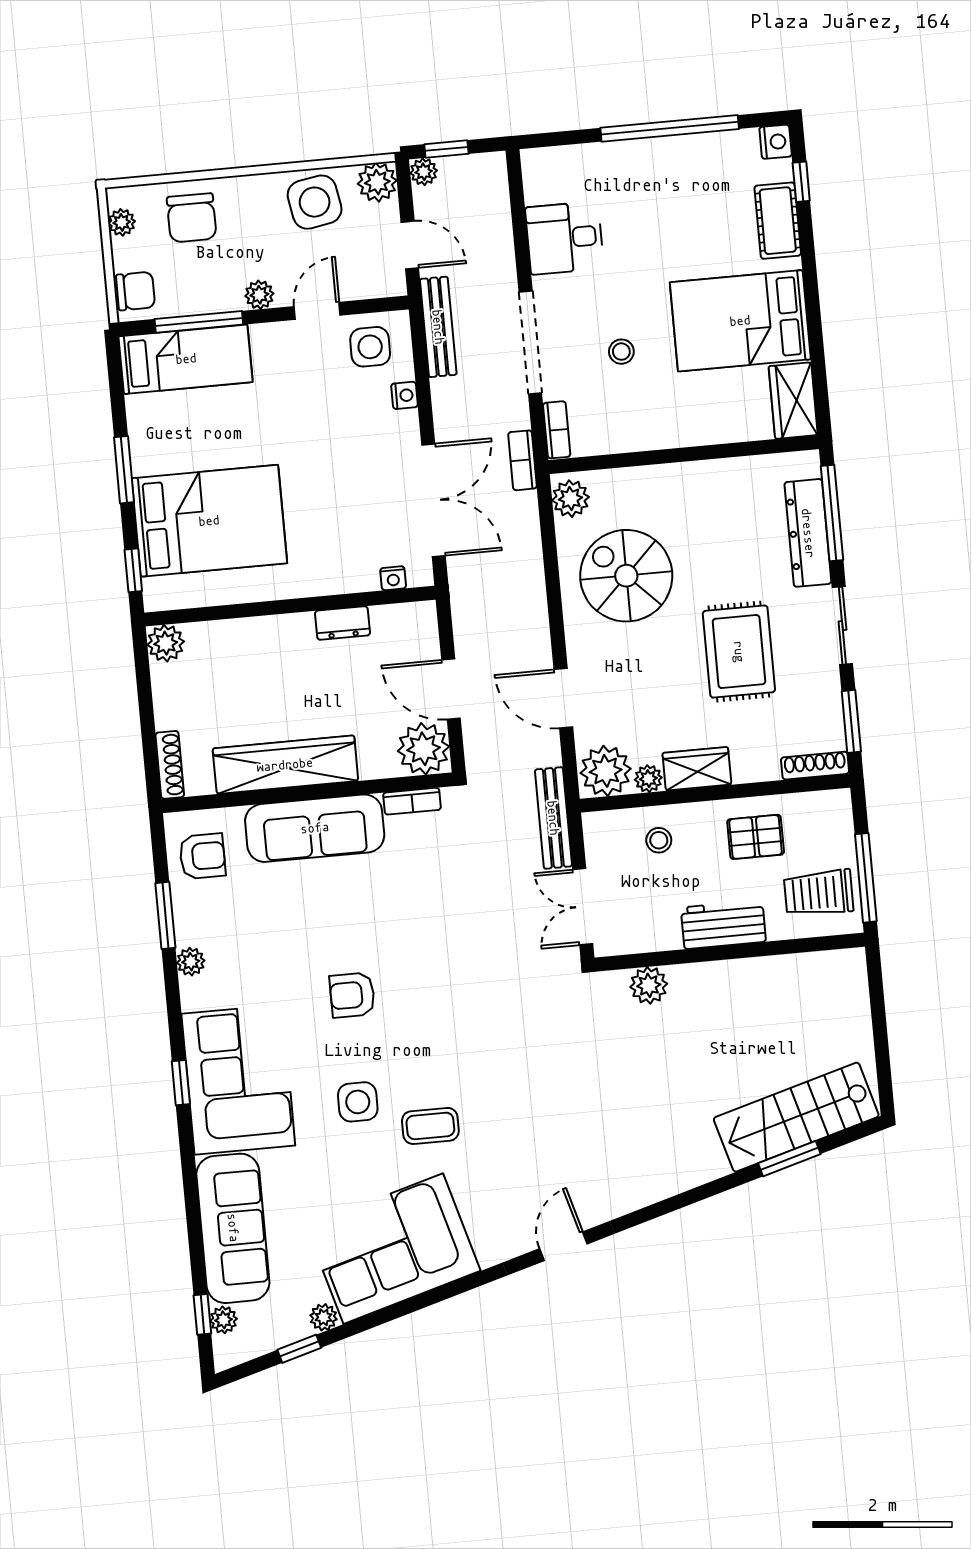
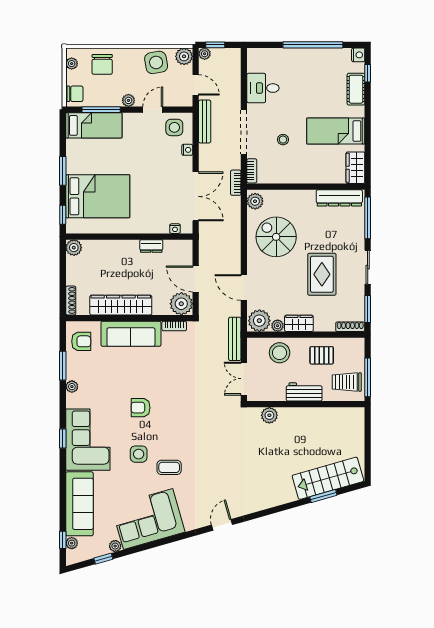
bed: (740, 321) -> (336, 131), width x0.67
dresser: (808, 533) -> (339, 198), moved, turned -90
stool: (659, 840) -> (280, 353), width x1.89, depth x1.89

